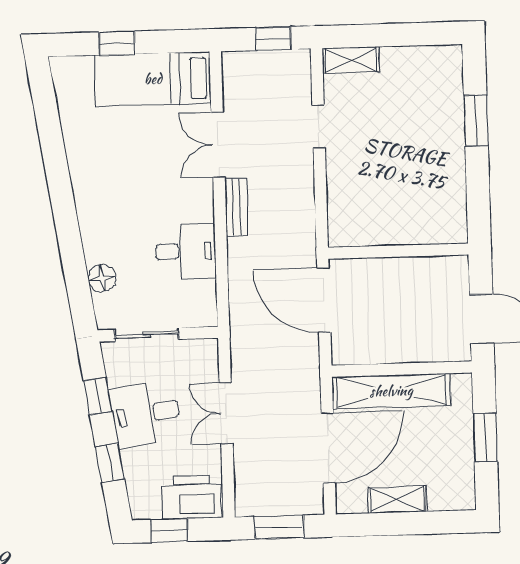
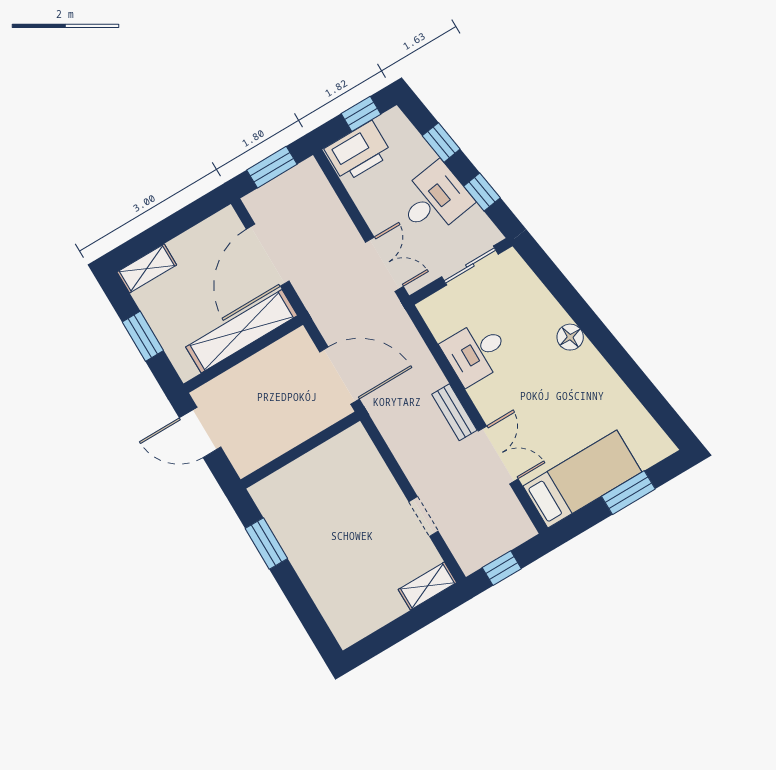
window: (117, 43) -> (628, 493), width x1.50
window: (476, 121) -> (266, 544), moved
floor lamp: (102, 278) -> (570, 337), moved
double door: (226, 413) -> (384, 264), moved
shelving: (397, 499) -> (147, 268), moved

